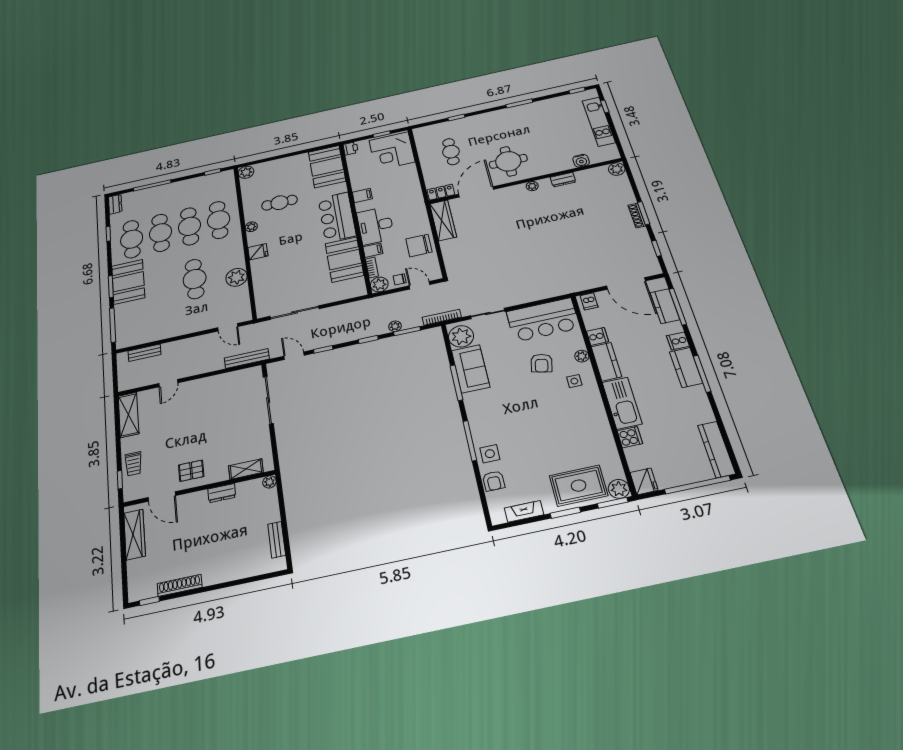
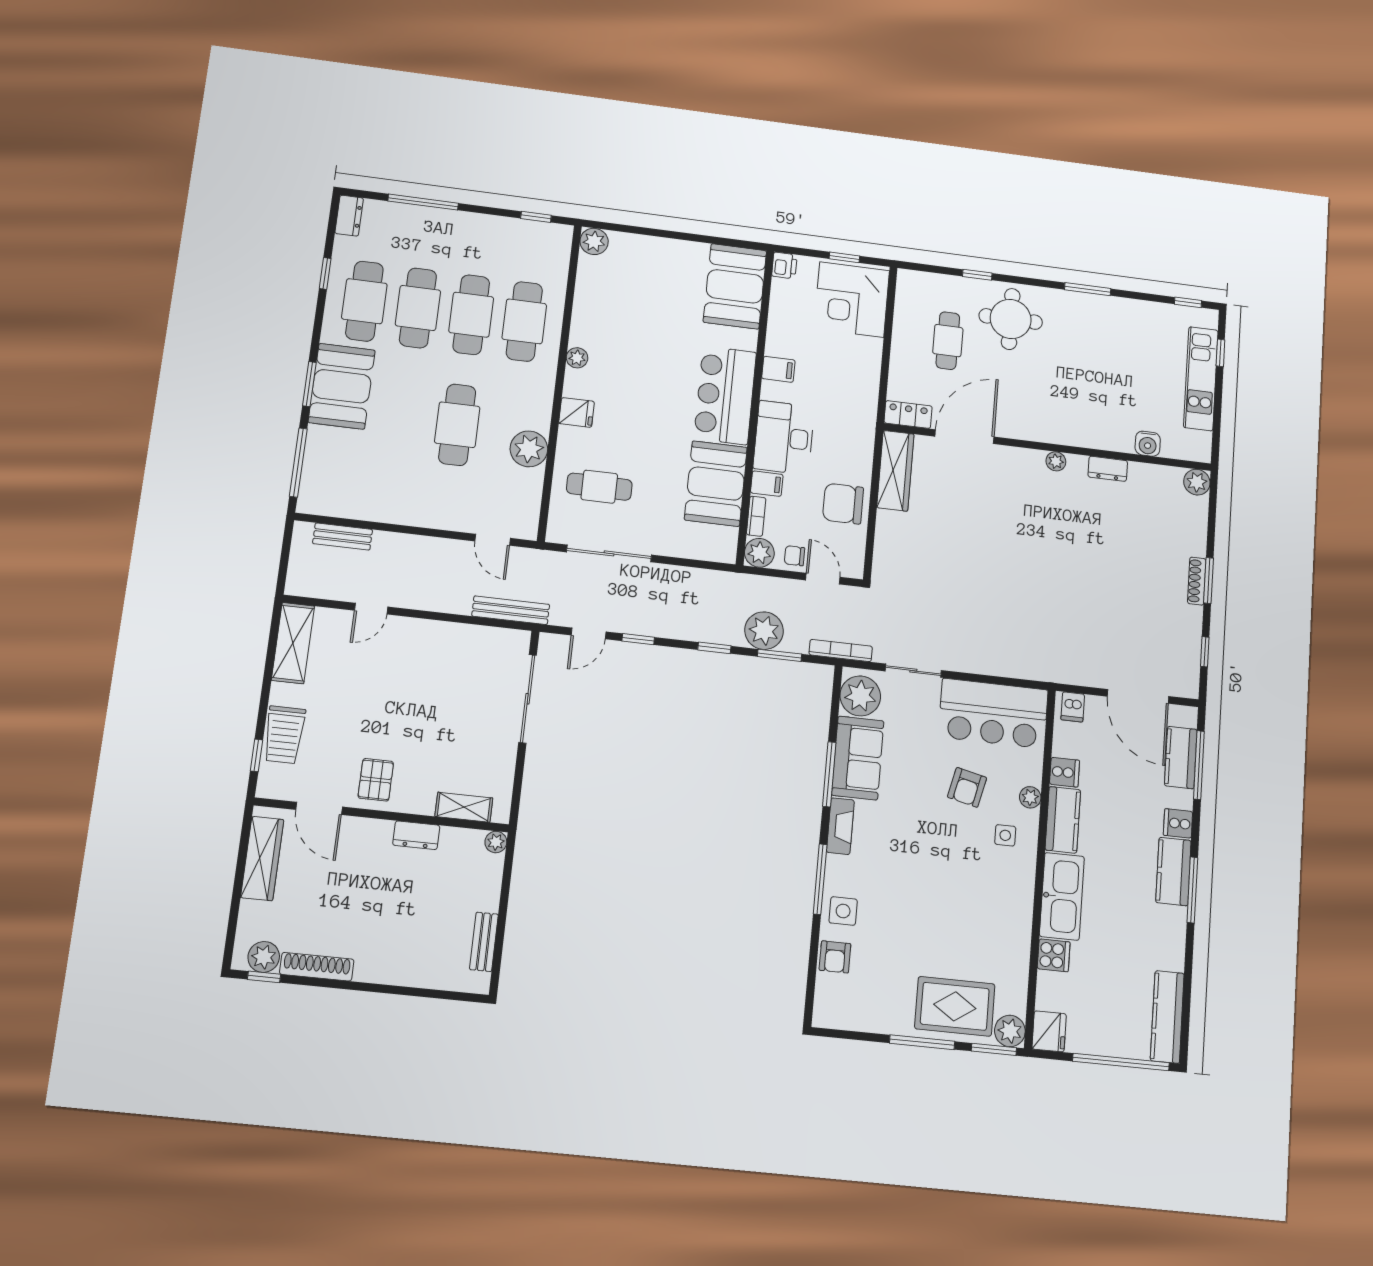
round table: (508, 161) -> (1011, 319), moved
cafe table: (279, 203) -> (599, 487), moved
plant: (395, 326) -> (764, 631), width x1.88, depth x1.88
door: (294, 356) -> (589, 633), swing flipped
trolley: (133, 464) -> (284, 735), width x1.36, depth x1.39
pallet: (191, 471) -> (376, 780), turned 90
fireplace: (524, 511) -> (840, 826), moved, turned 90
window: (565, 513) -> (922, 1042), width x1.44
plant: (147, 590) -> (264, 957), added

